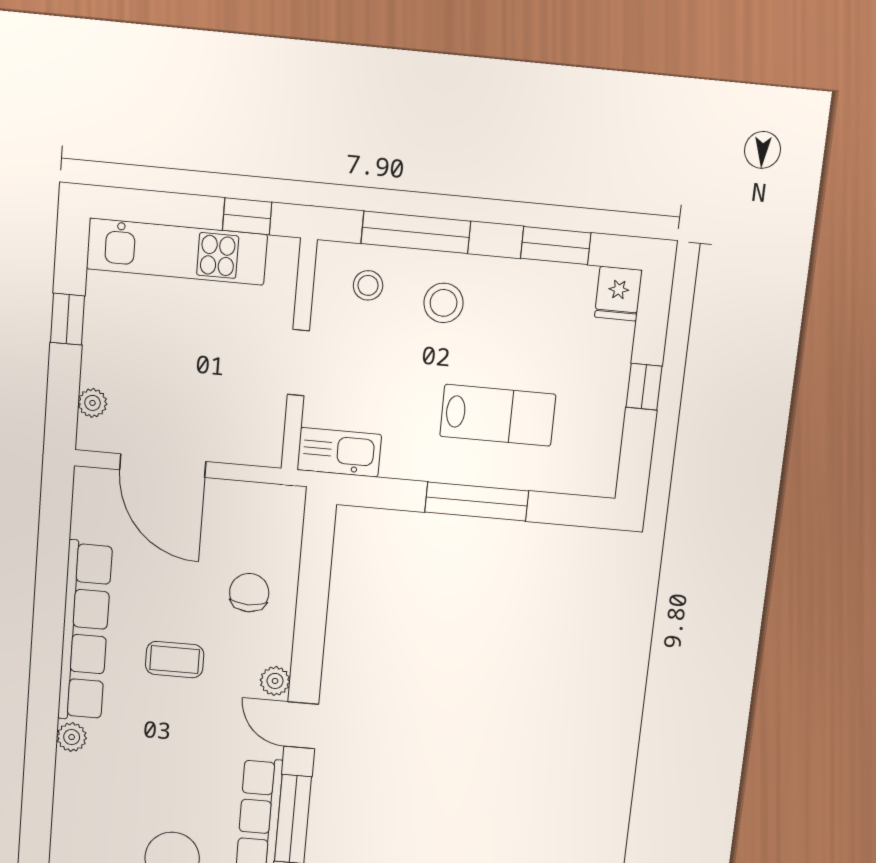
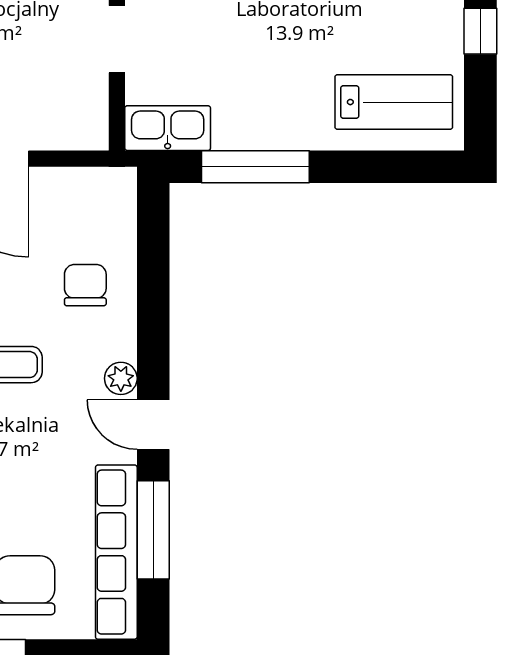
lab bench: (498, 415) -> (394, 102), moved
window: (477, 502) -> (255, 167), moved

